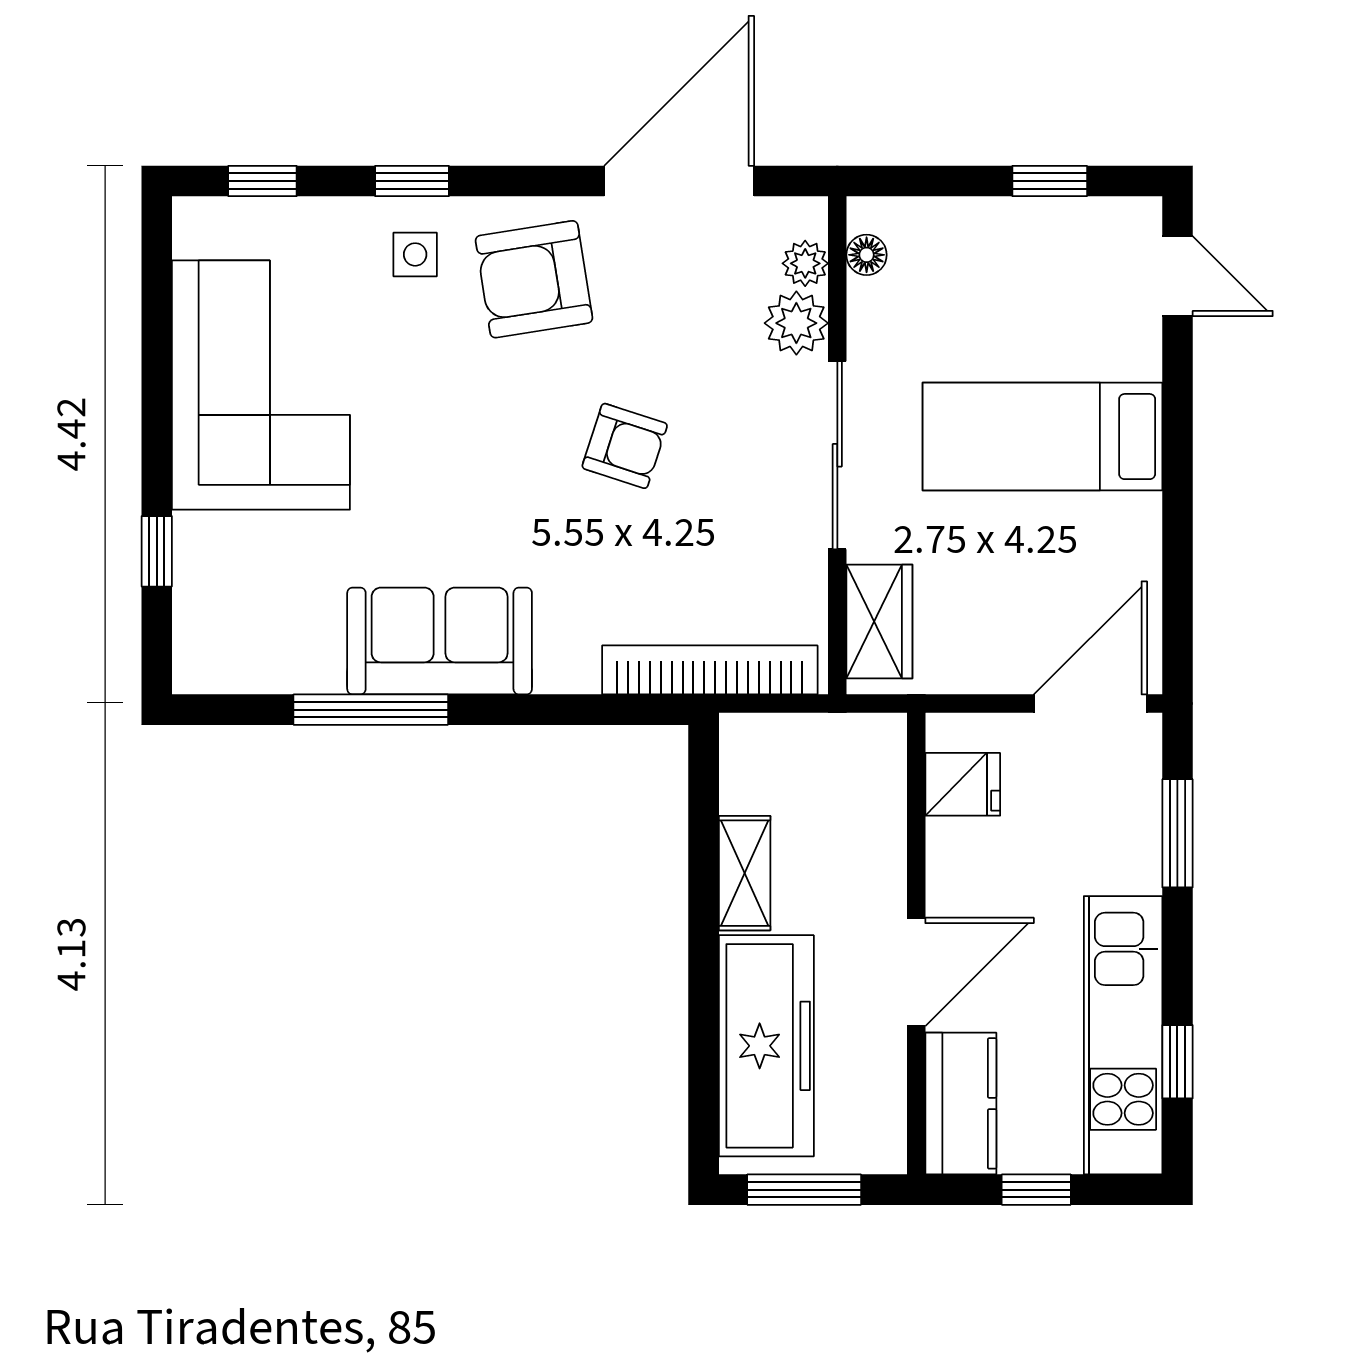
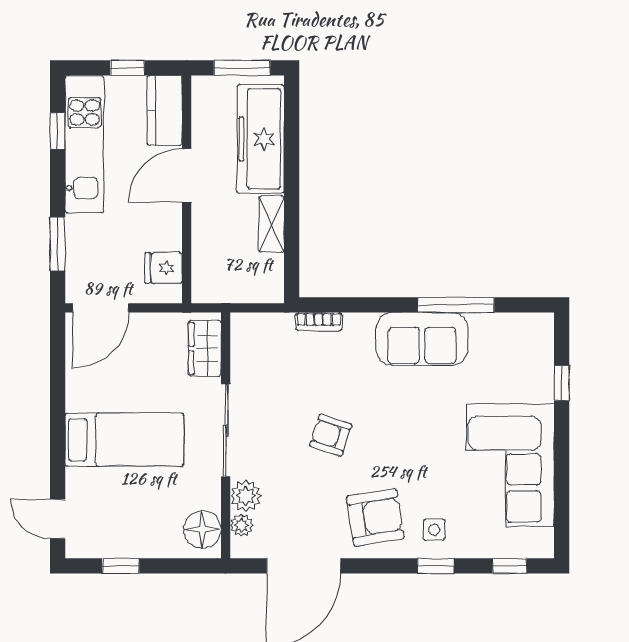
floor lamp: (867, 255) -> (202, 529), width x1.89, depth x1.89
bookcase: (710, 670) -> (319, 322), width x0.43, depth x0.76

